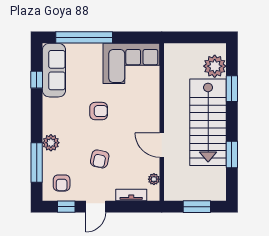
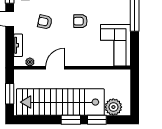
armchair: (99, 111) -> (80, 21), turned 90
stairs: (208, 122) -> (60, 102), width x1.36
window: (232, 155) -> (71, 120), moved

